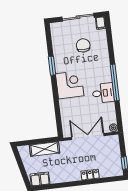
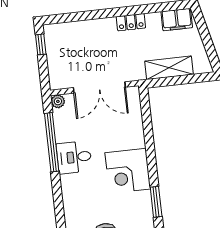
window: (115, 83) -> (52, 142), moved
locker: (90, 175) -> (131, 22), moved

